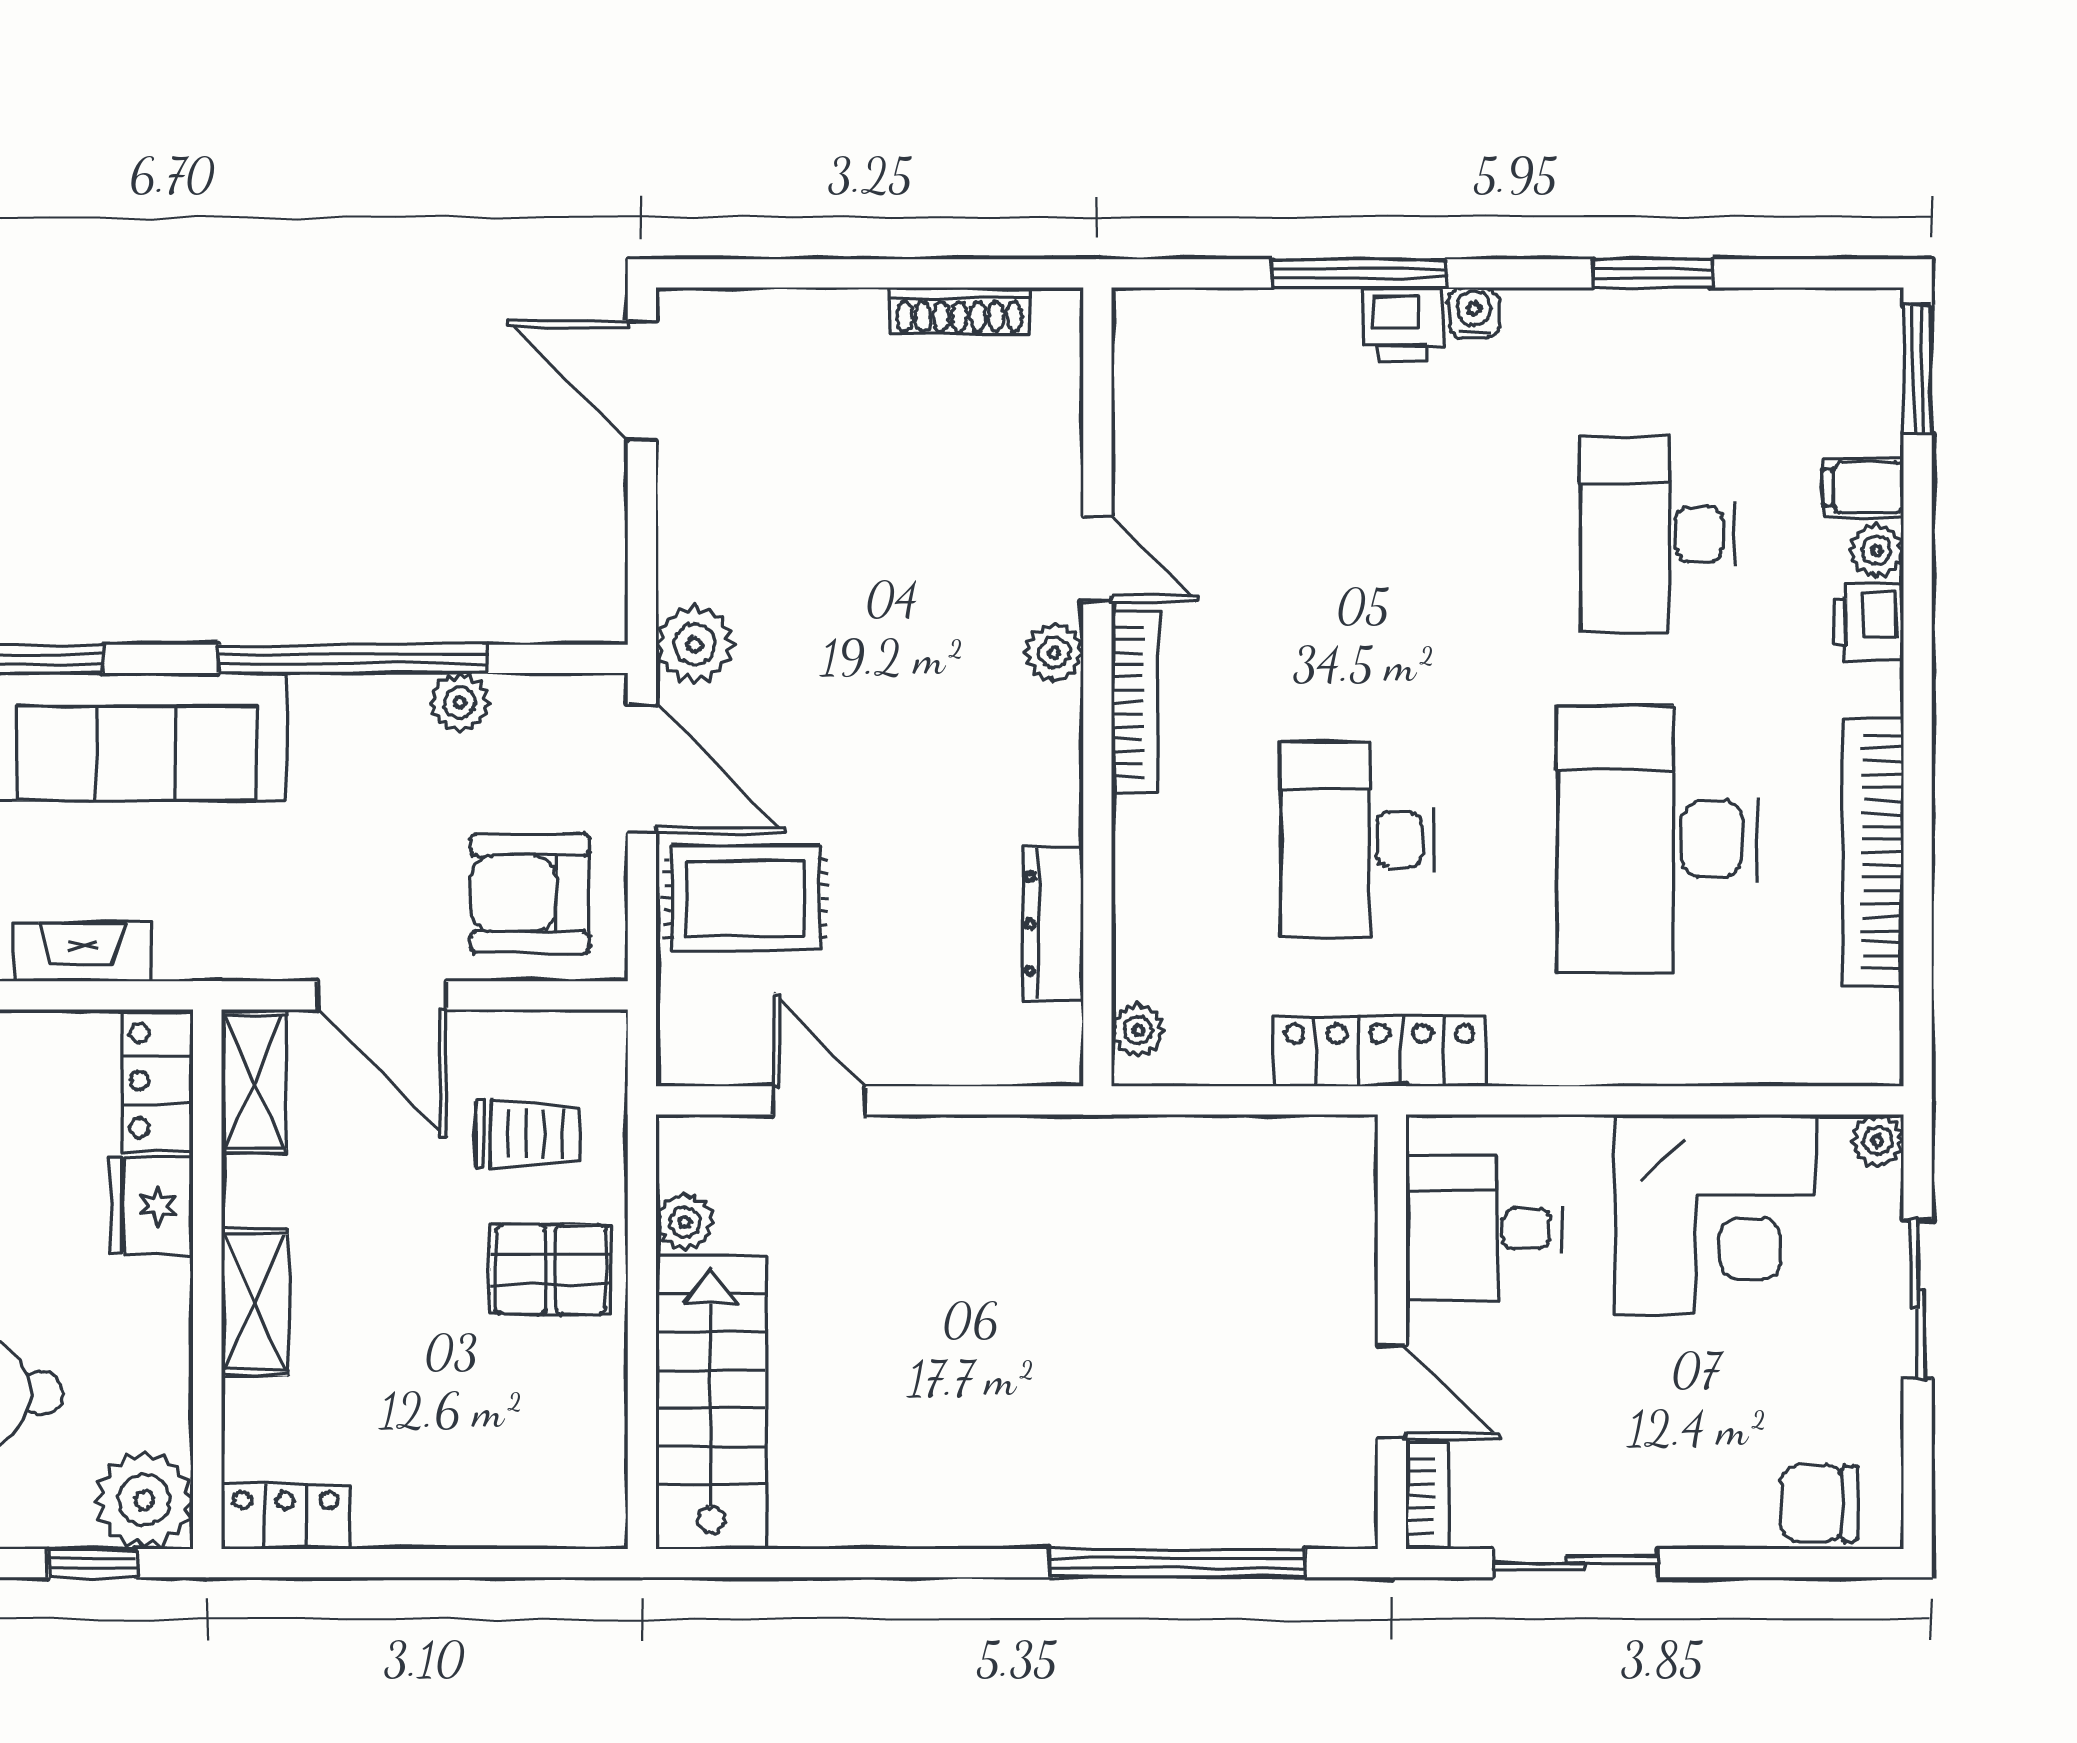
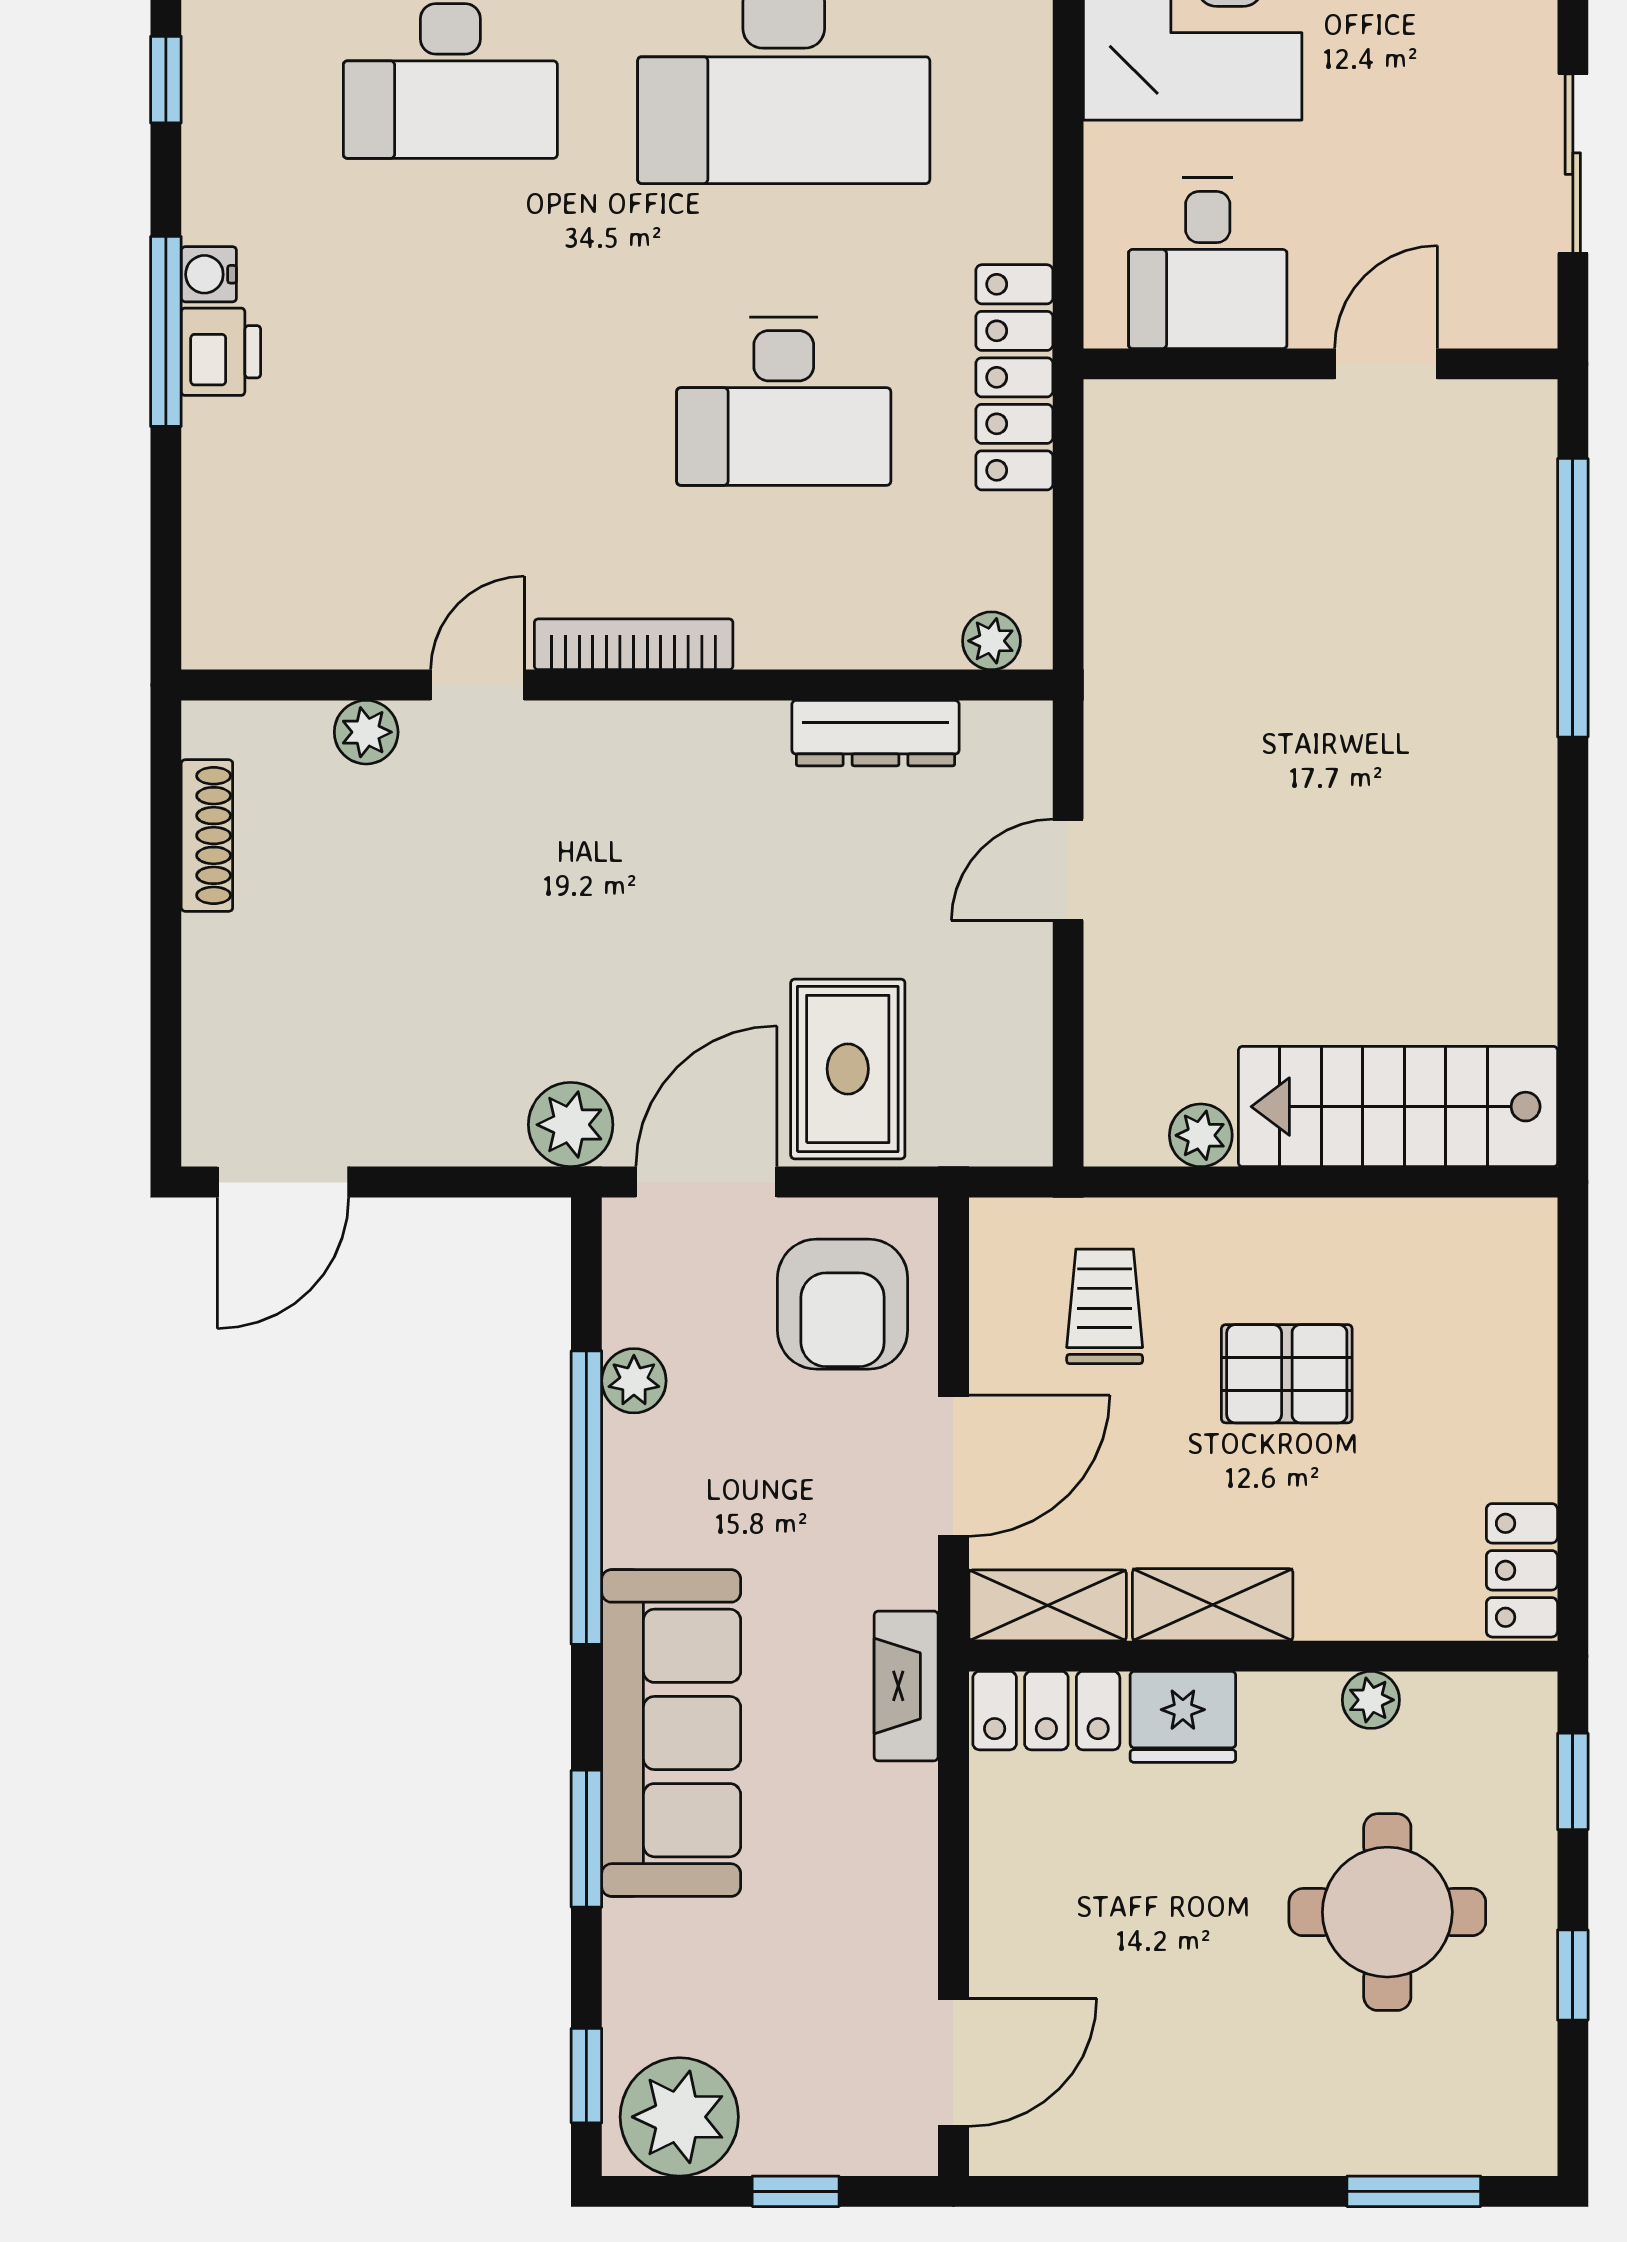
window: (1359, 273) -> (166, 331), moved
window: (1652, 273) -> (166, 80), width x0.67
plant: (1054, 653) -> (366, 732), moved
fireplace: (82, 952) -> (906, 1686), moved
door: (819, 1100) -> (1068, 870), moved
pallet: (551, 1270) -> (1287, 1374), moved, turned 90
shelving: (254, 1302) -> (1213, 1605), moved
bookcase: (1427, 1496) -> (1500, 325), removed
plant: (144, 1500) -> (1371, 1700), moved, width x0.53, depth x0.53

